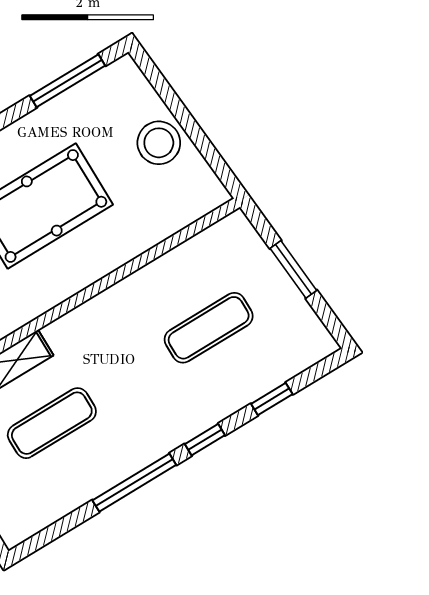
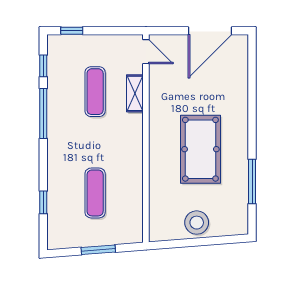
window: (67, 81) -> (252, 182), moved
window: (205, 440) -> (43, 66), moved

